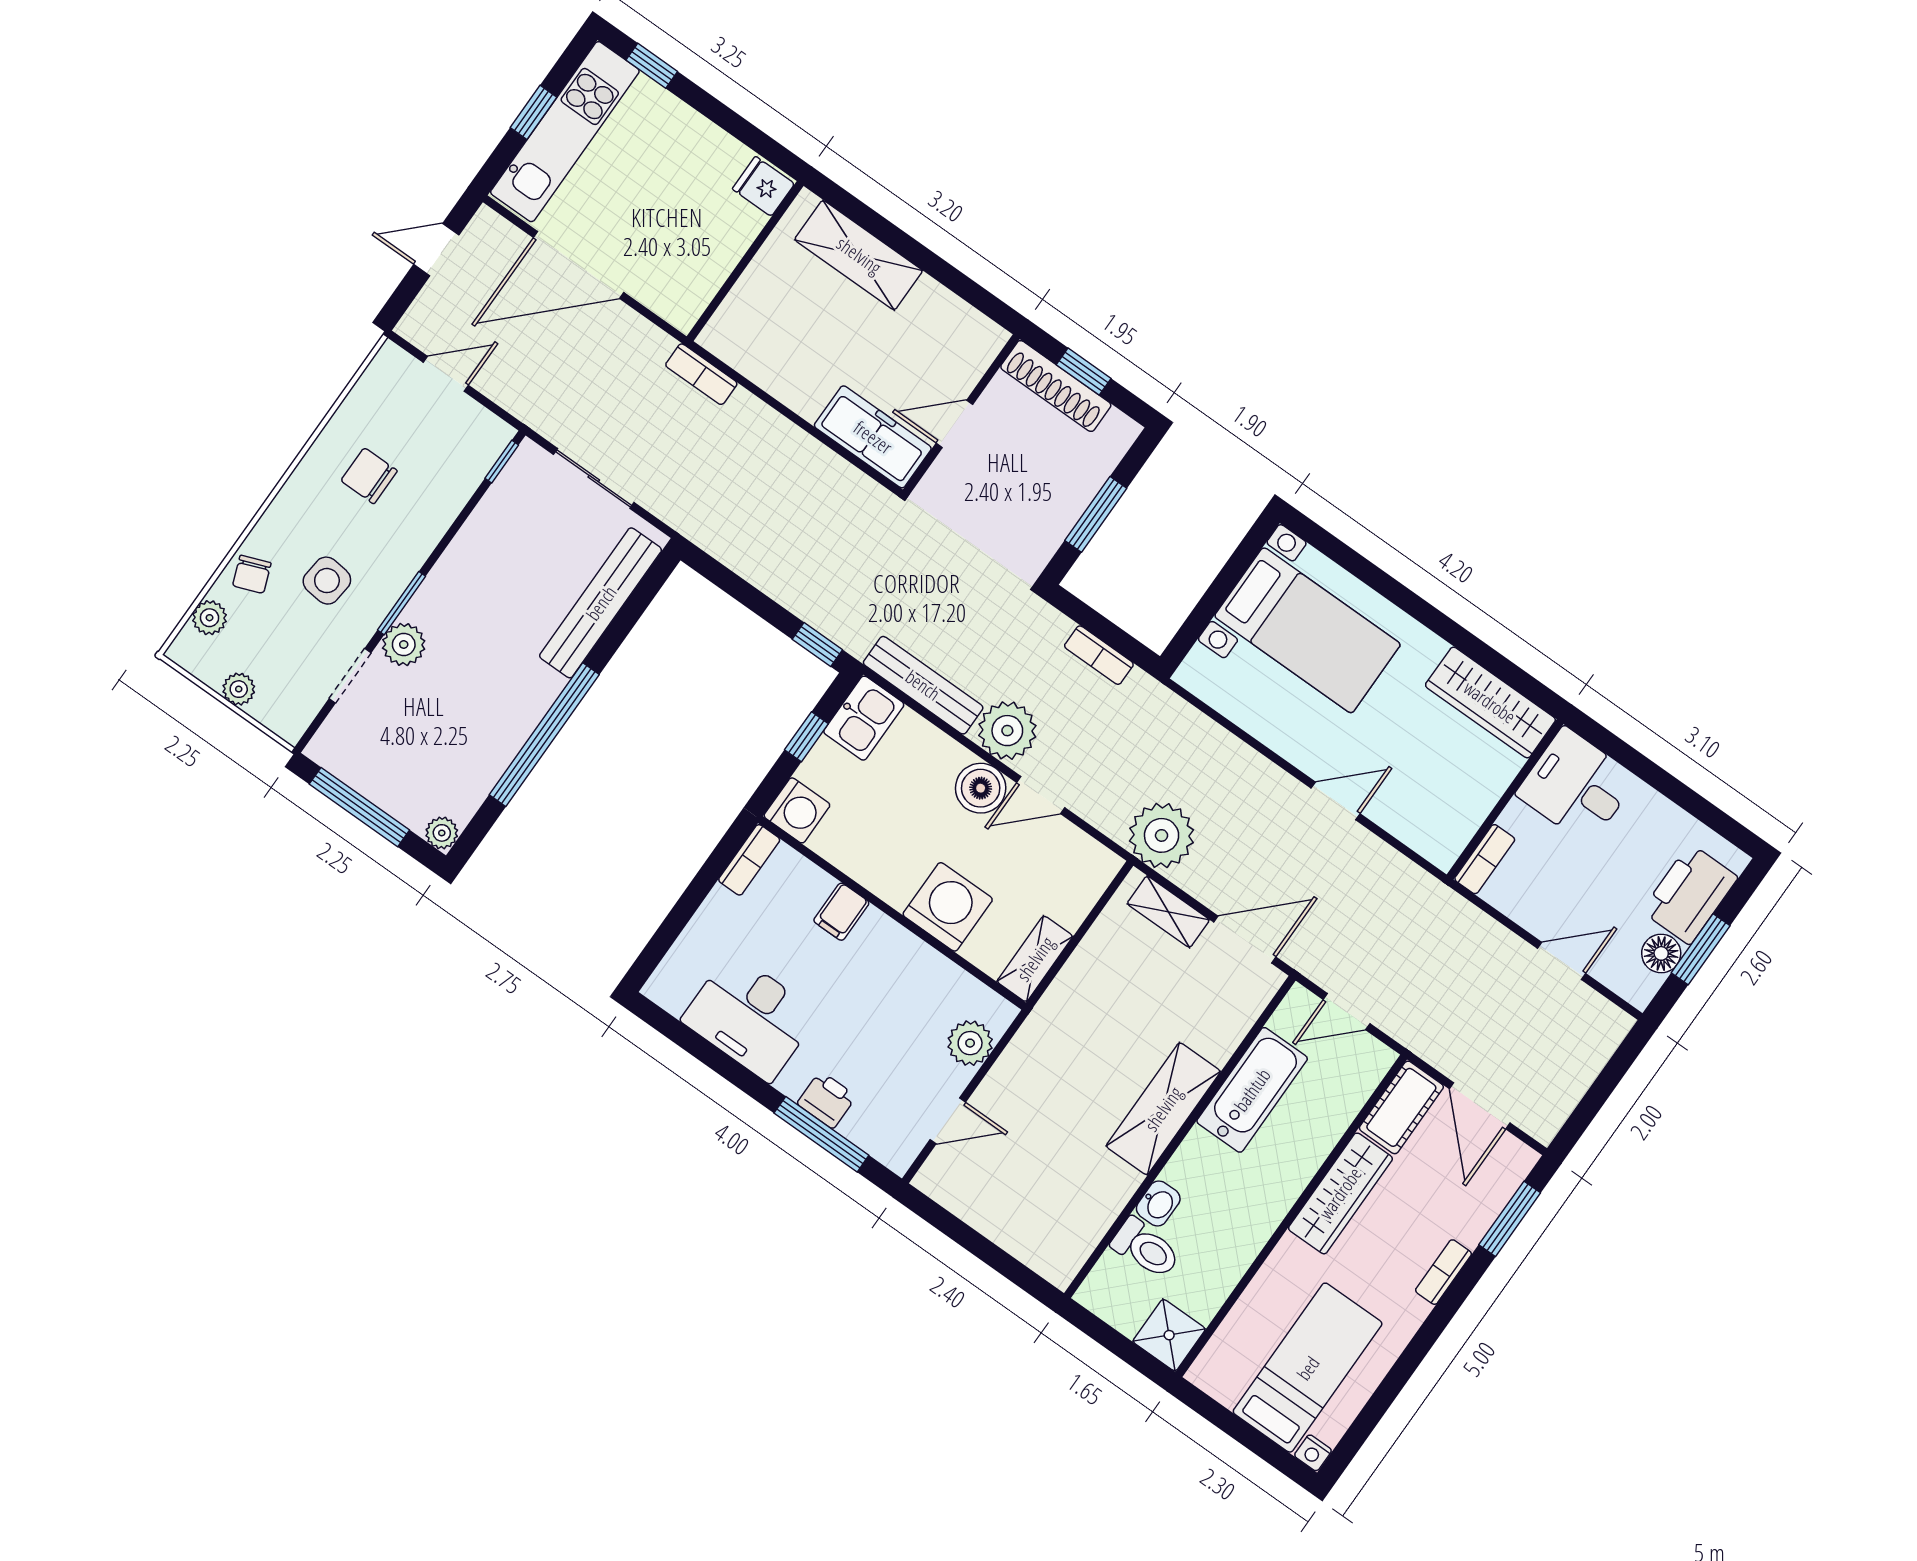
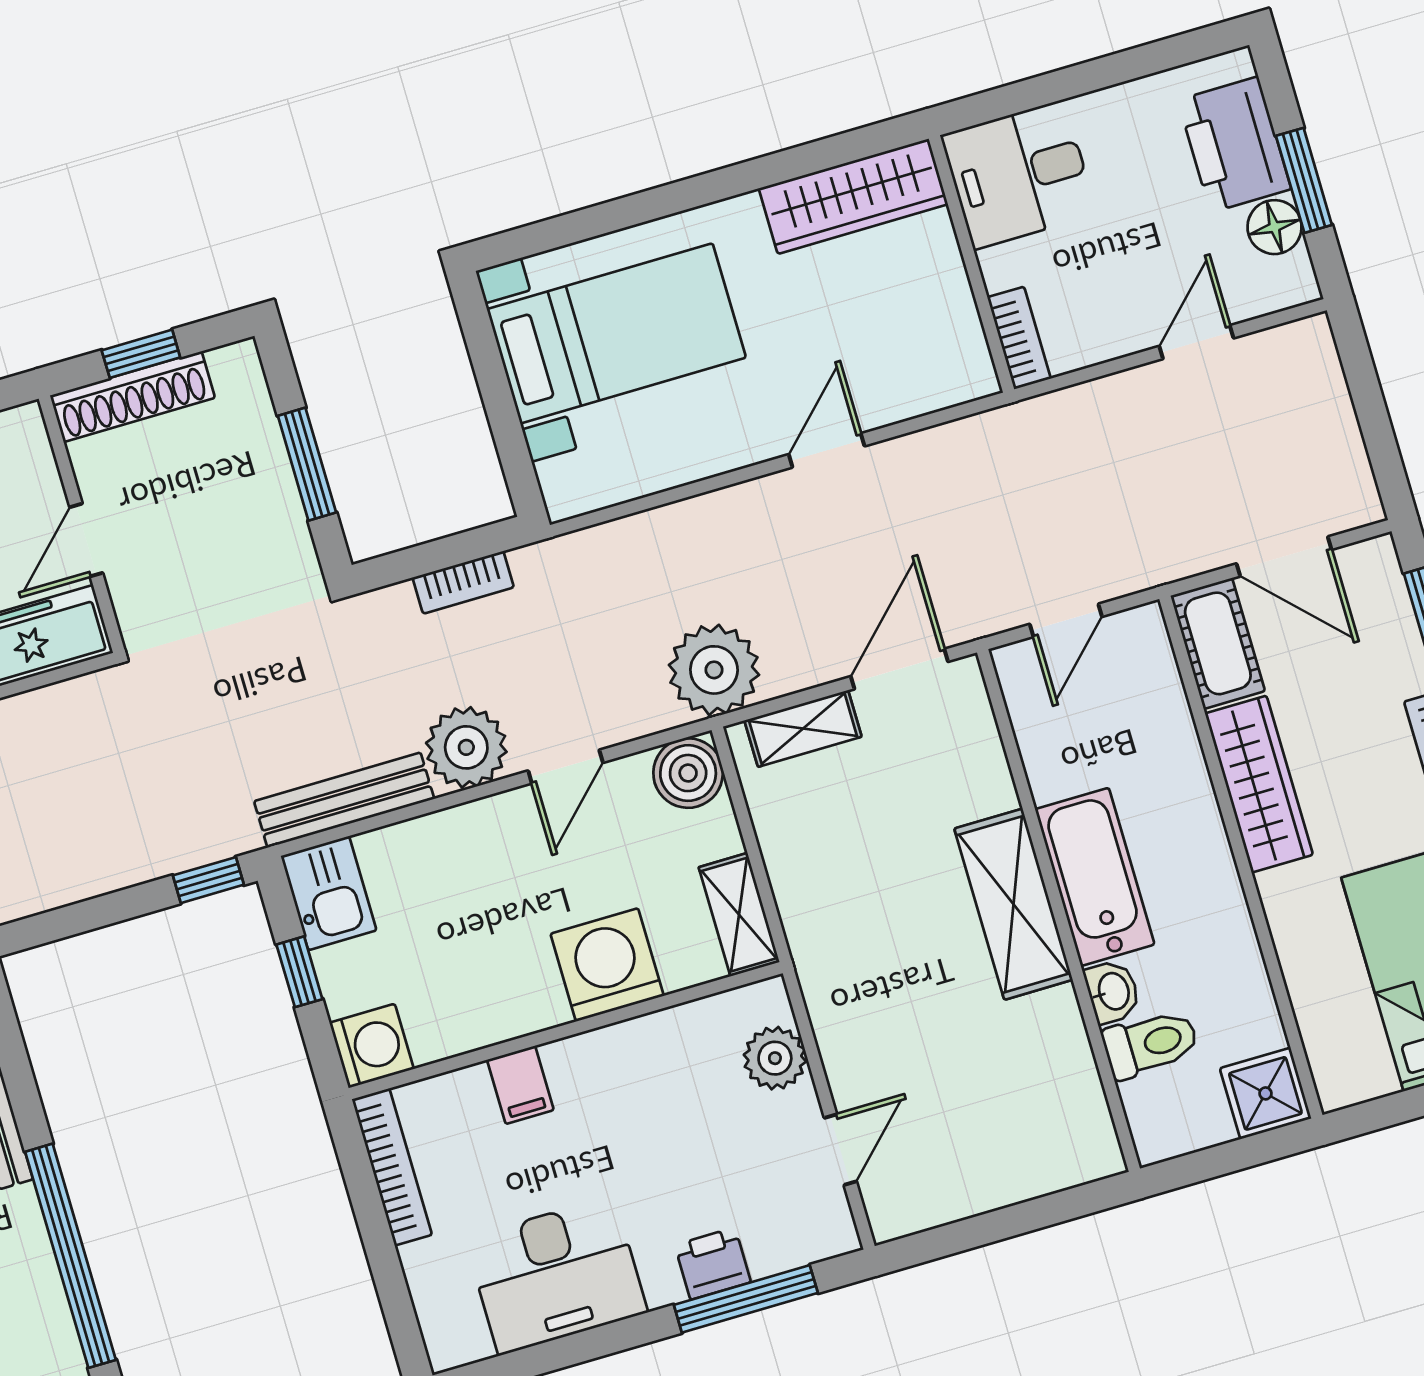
boiler: (981, 788) -> (688, 773), moved
bookcase: (749, 860) -> (392, 1167), width x1.56
bathtub: (1252, 1090) -> (1095, 877), moved

